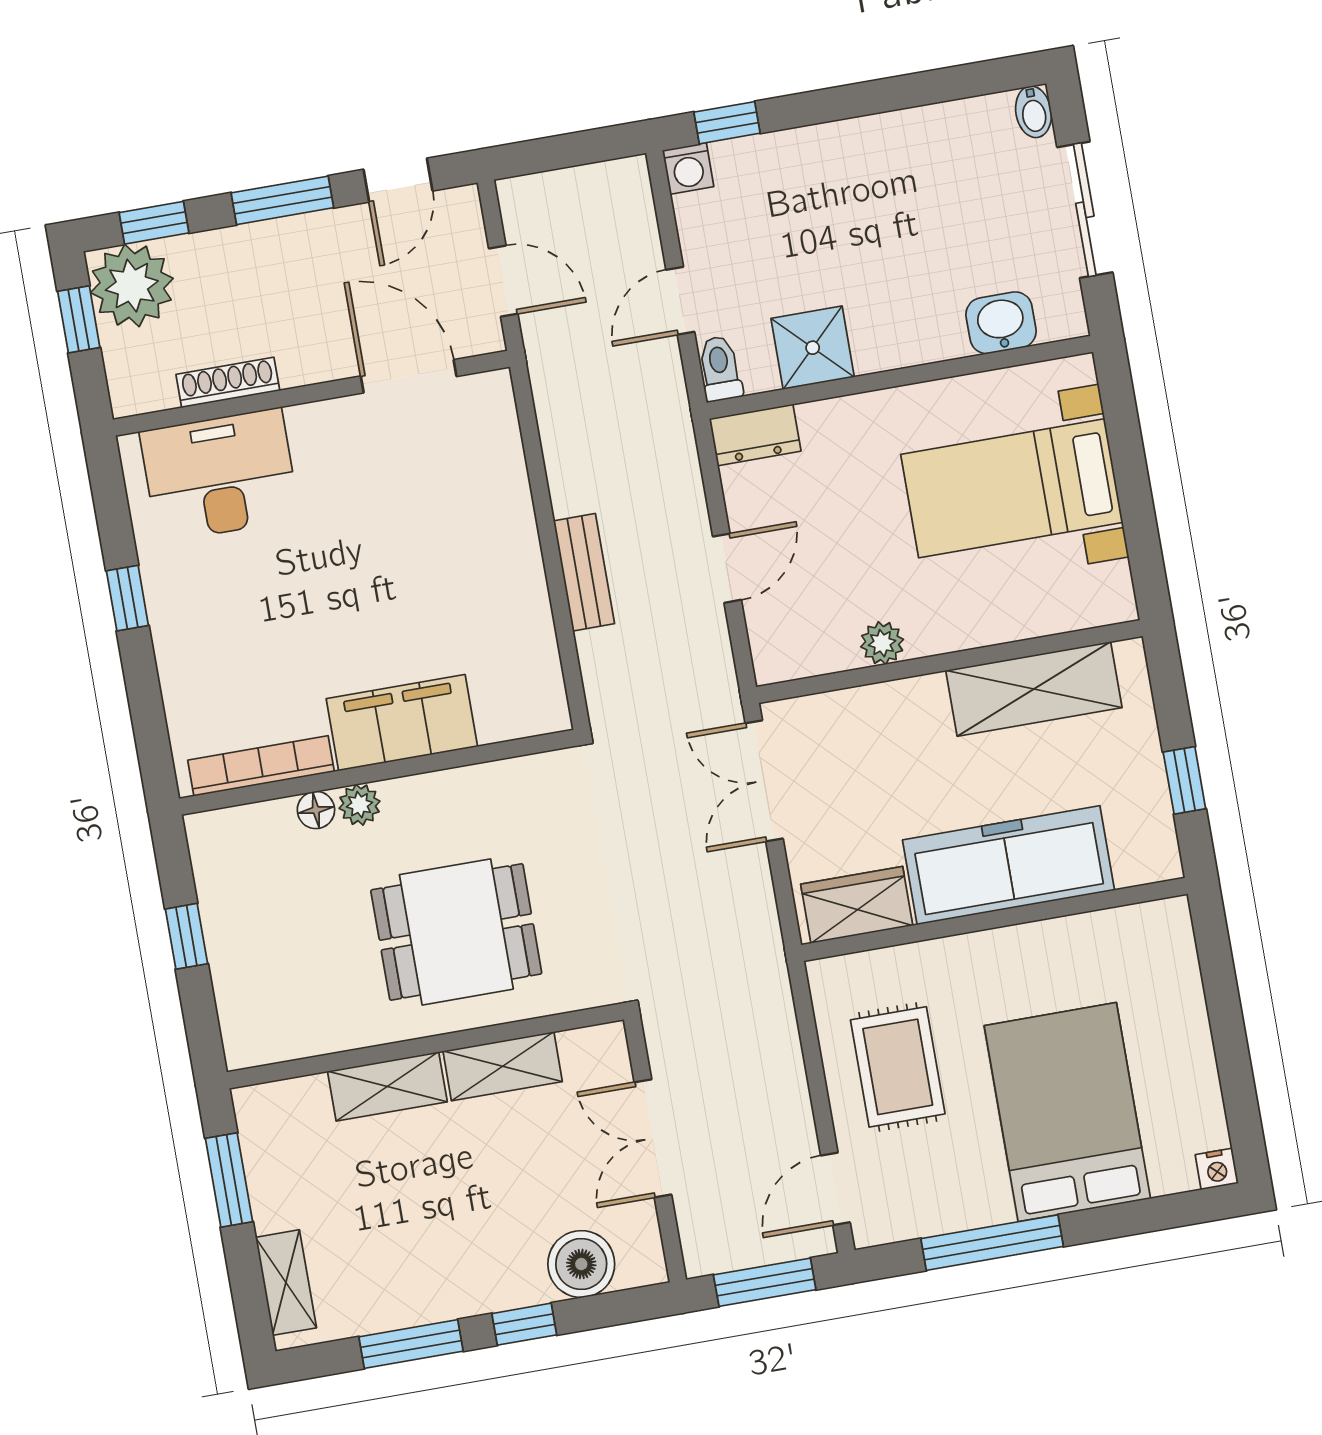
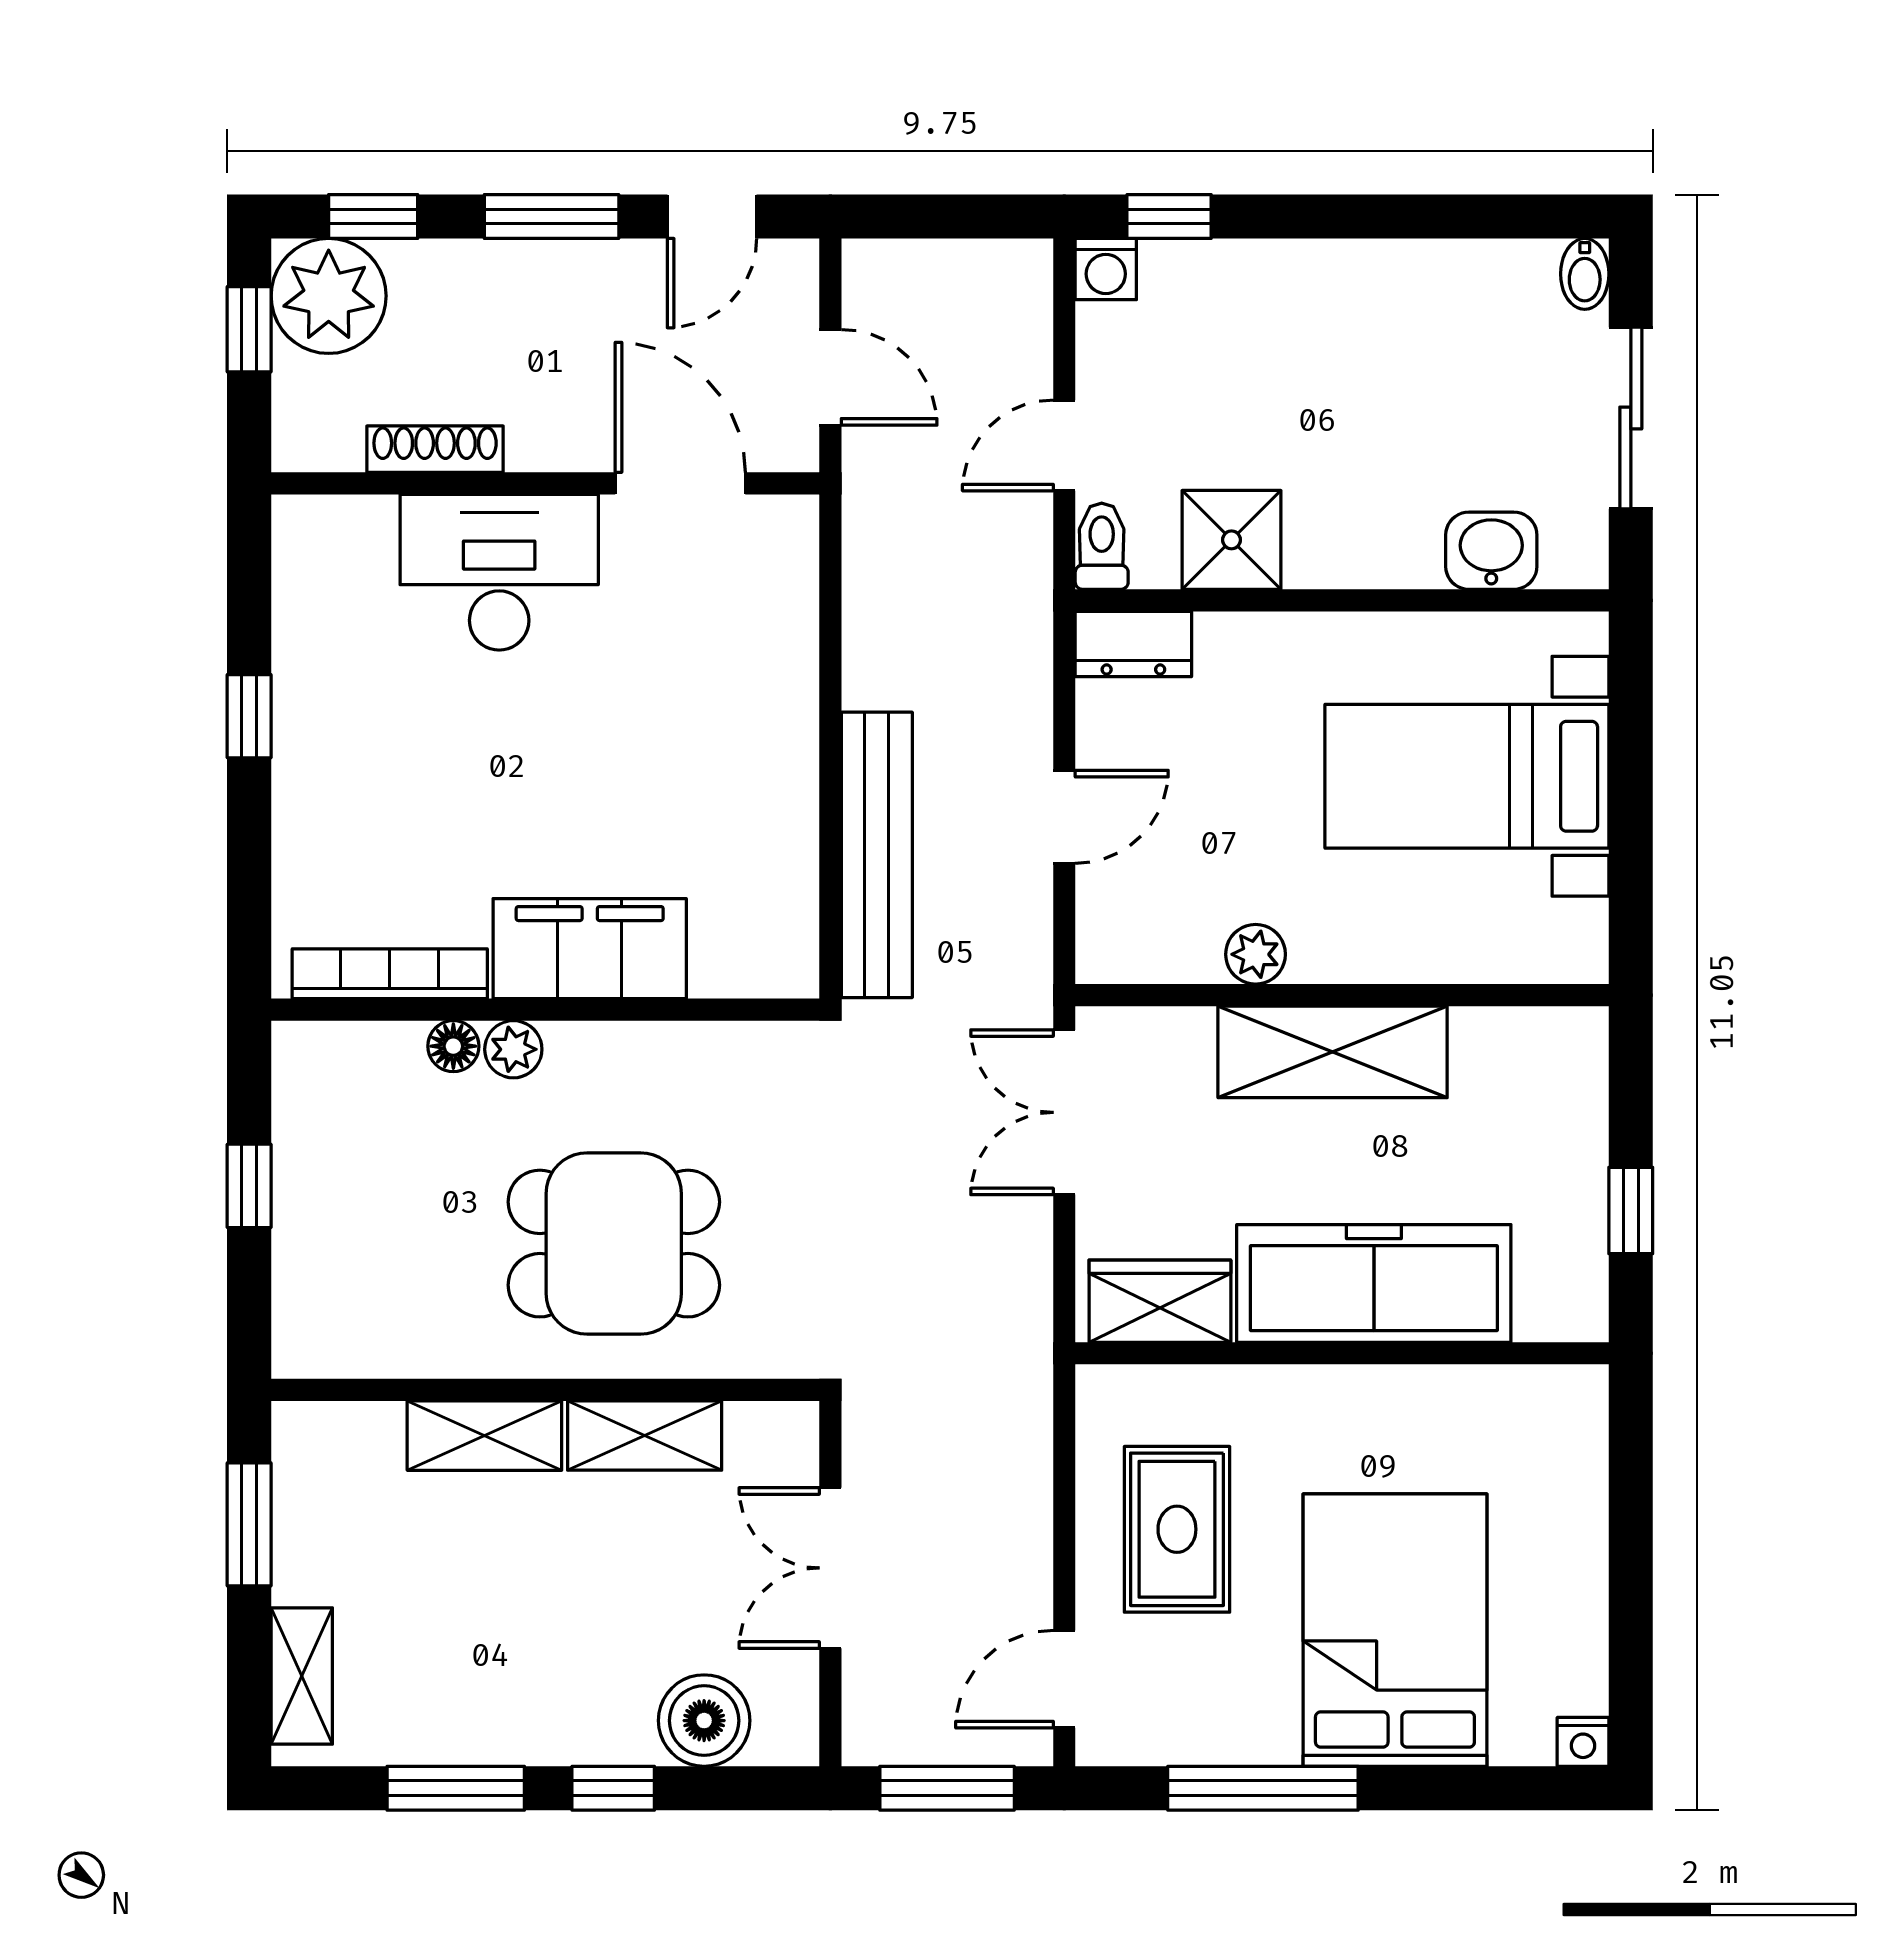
desk: (220, 475) -> (499, 572), moved
bench: (584, 572) -> (877, 855), width x1.86, depth x1.21
shelving: (1034, 689) -> (1333, 1052), moved

